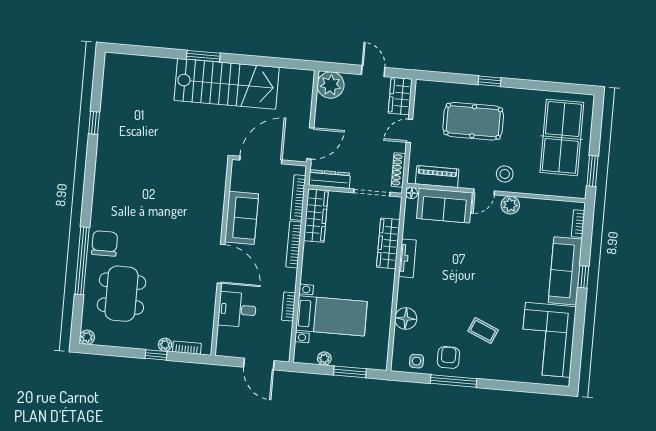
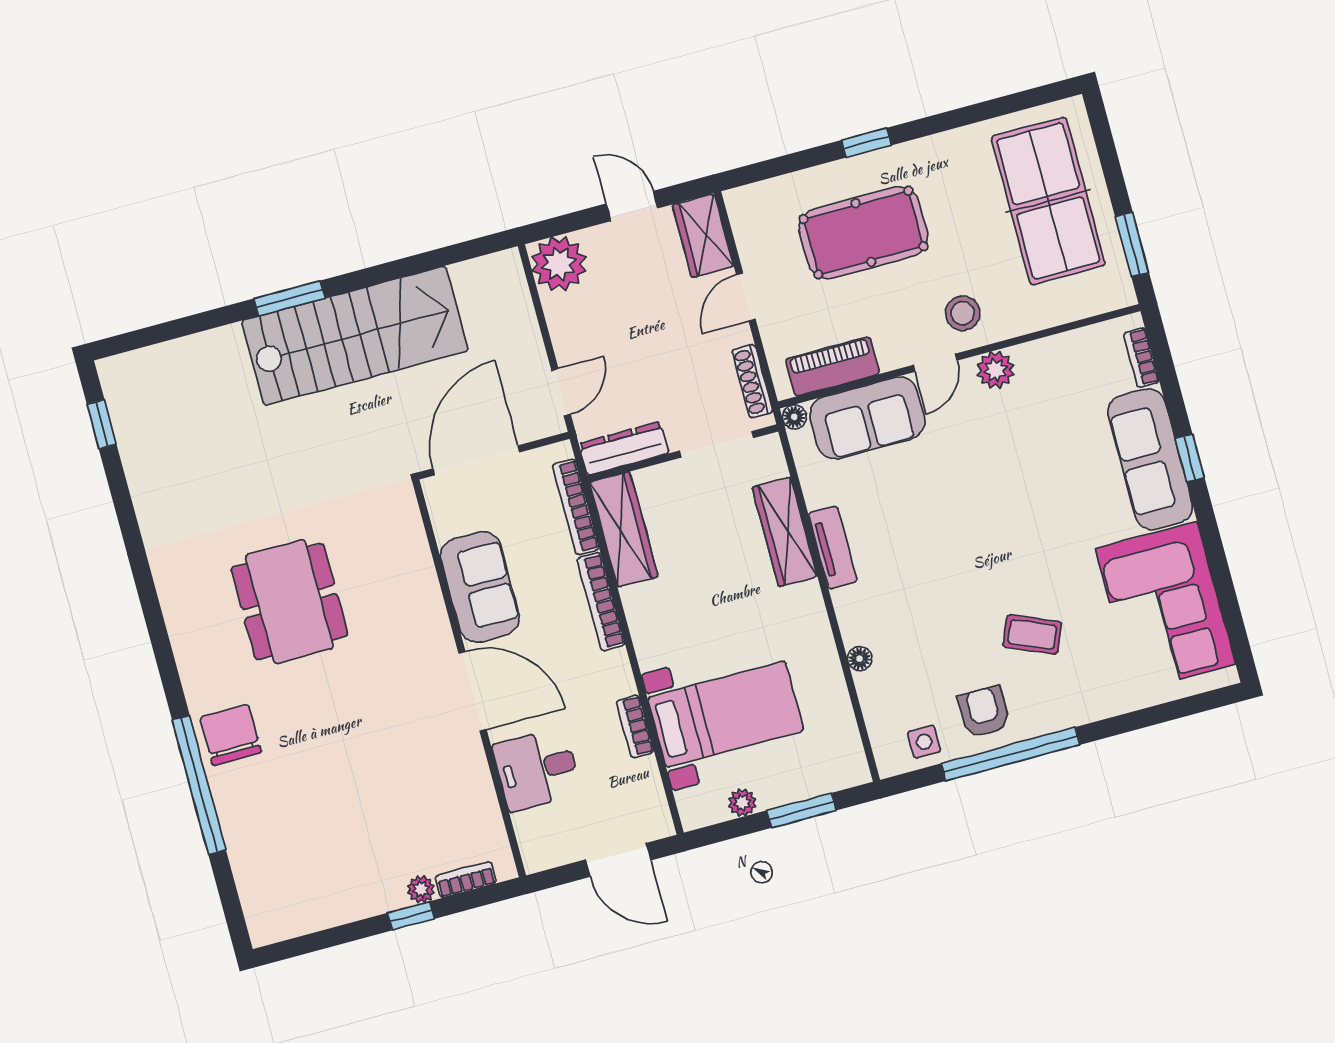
window: (94, 123) -> (102, 424), moved
door: (310, 143) -> (561, 392), width x0.73
dining table: (121, 294) -> (289, 602), moved
floor lamp: (406, 319) -> (860, 659), width x0.53, depth x0.53
plant: (87, 337) -> (263, 930), removed
window: (453, 381) -> (1010, 754), width x1.46

